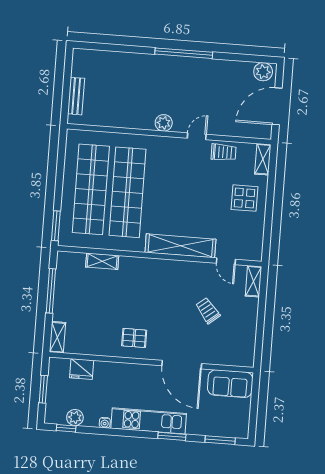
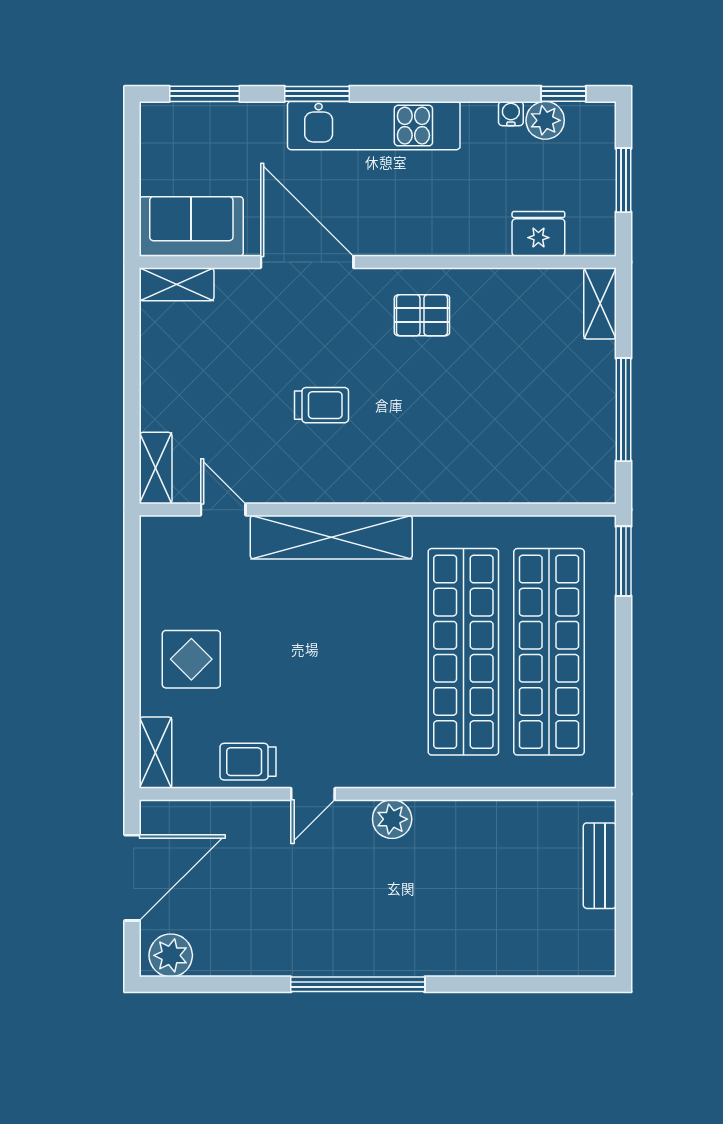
shelving: (102, 261) -> (177, 284), moved
trolley: (208, 311) -> (321, 405), moved, turned -51
water cooler: (105, 423) -> (511, 114), moved

